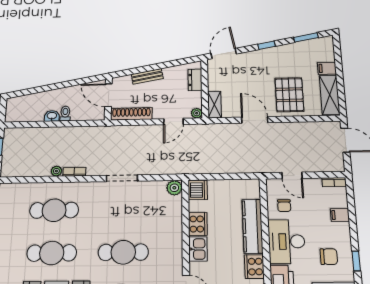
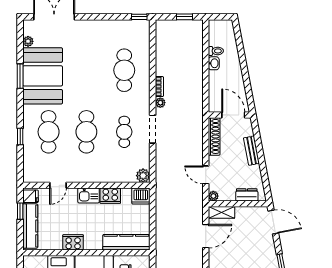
door: (108, 95) -> (233, 115), hinge flipped
toilet: (65, 114) -> (216, 51), moved
door: (255, 120) -> (206, 236), moved
plant: (56, 171) -> (160, 103), moved
kitchen counter: (252, 226) -> (126, 242), moved
cafe table: (52, 253) -> (124, 132), moved, width x0.73, depth x0.74

